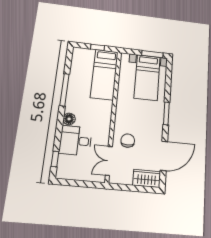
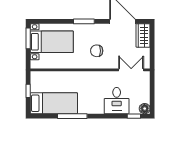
bed: (104, 75) -> (54, 103), moved
floor lamp: (69, 119) -> (145, 109), moved
chair: (128, 141) -> (97, 51), moved
double door: (109, 161) -> (131, 70), swing flipped

